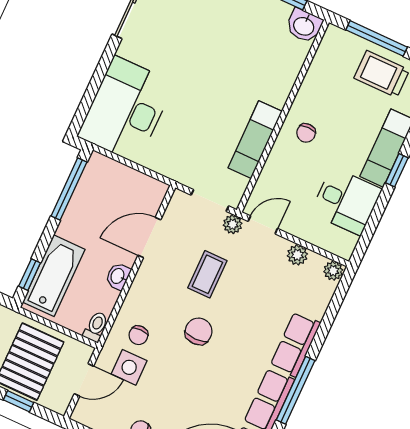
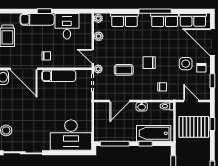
door: (301, 76) -> (24, 69), added
door: (149, 237) -> (120, 101), hinge flipped
window: (30, 275) -> (145, 144), moved
row of seats: (295, 344) -> (124, 20), moved
side table: (129, 367) -> (186, 64), moved

